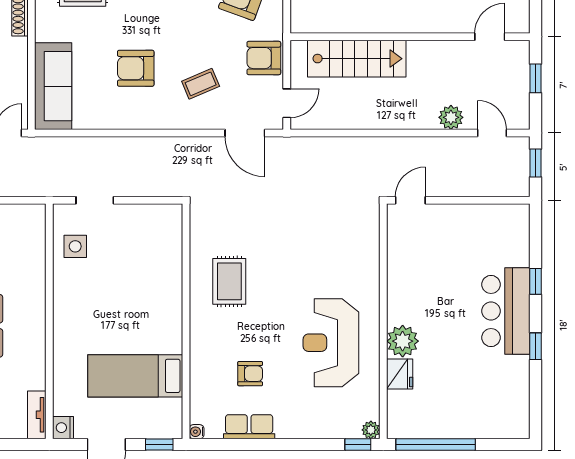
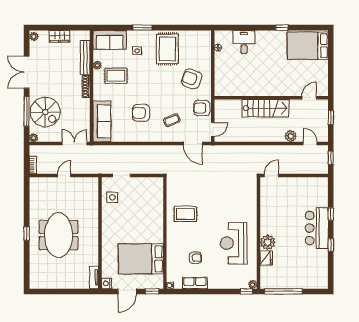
stairs: (357, 59) -> (265, 108), moved
rug: (229, 281) -> (185, 214), turned 90
bed: (135, 376) -> (141, 259), width x1.50

